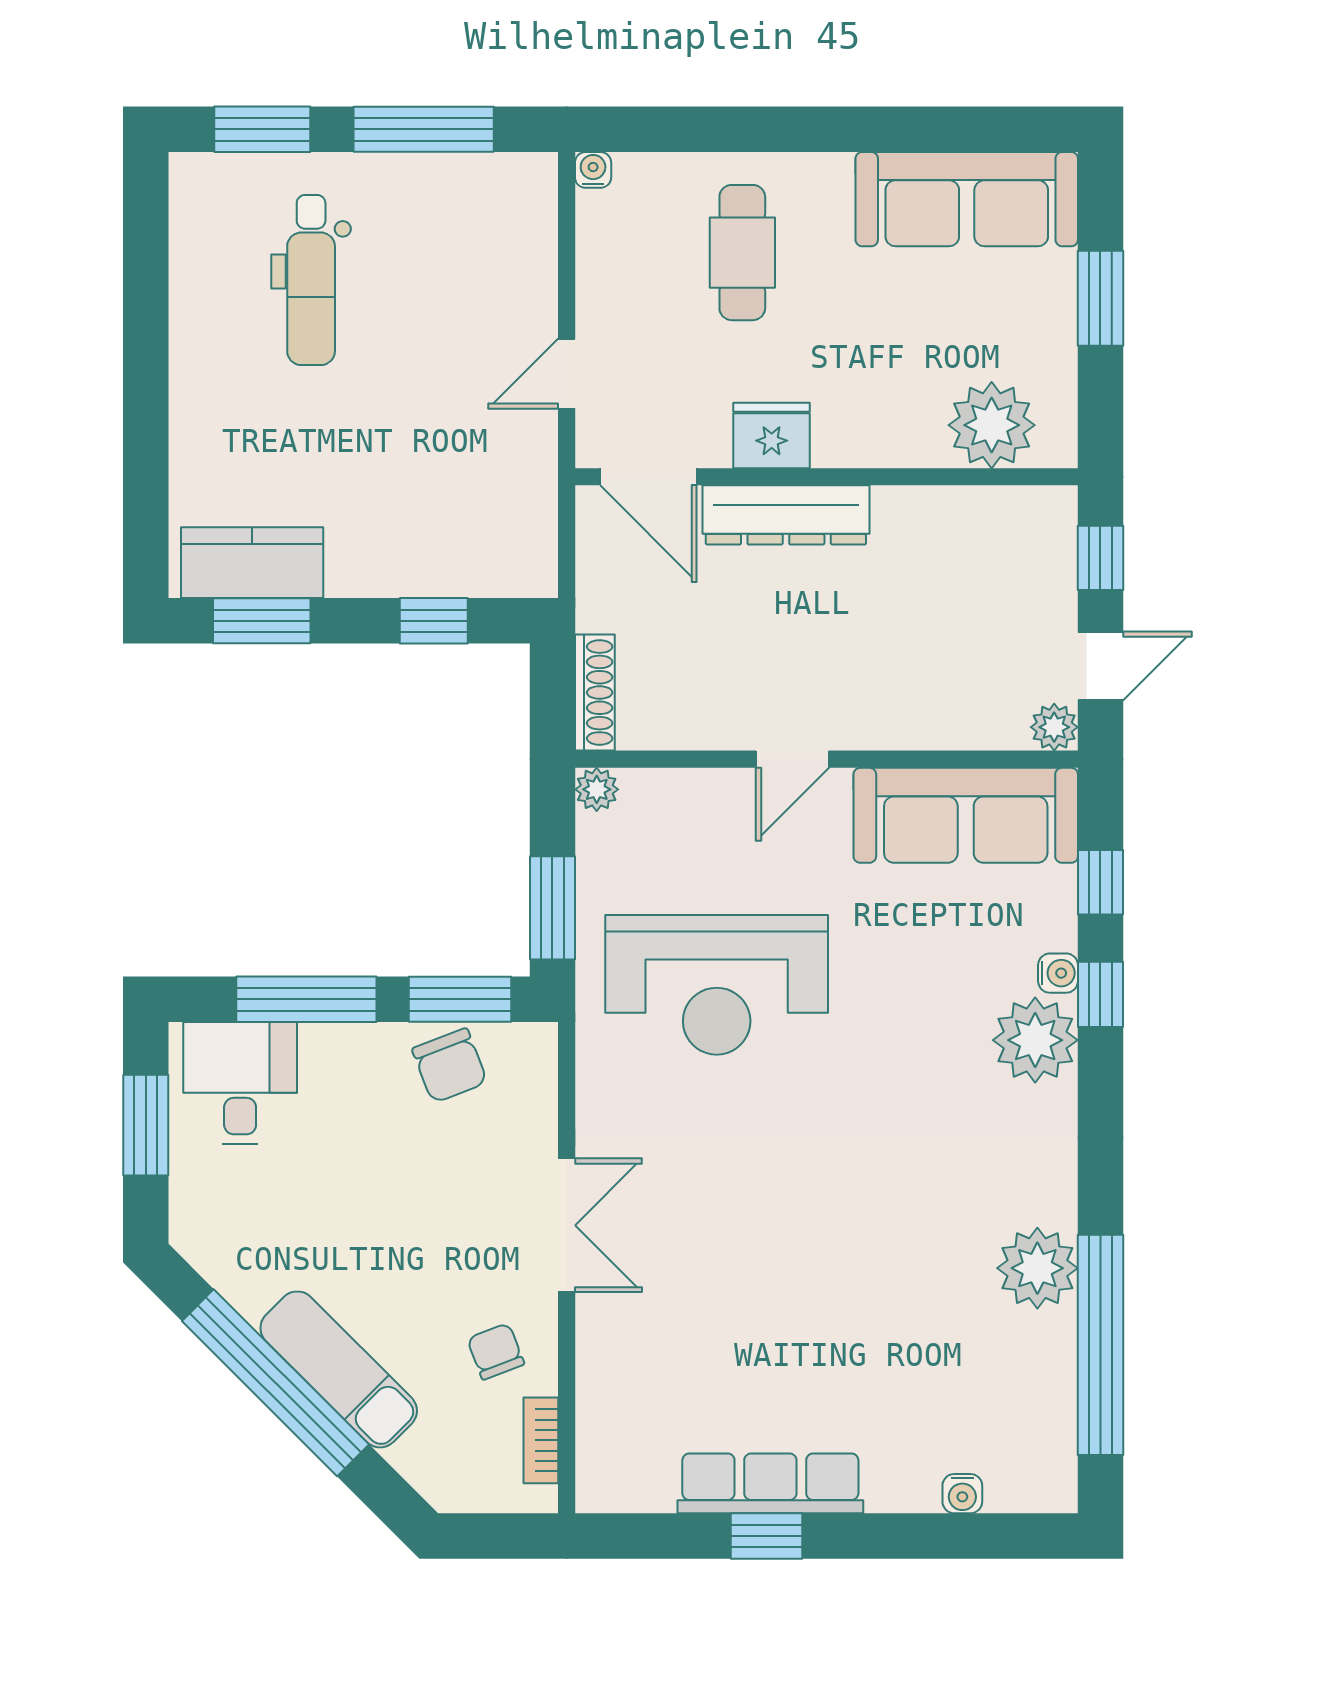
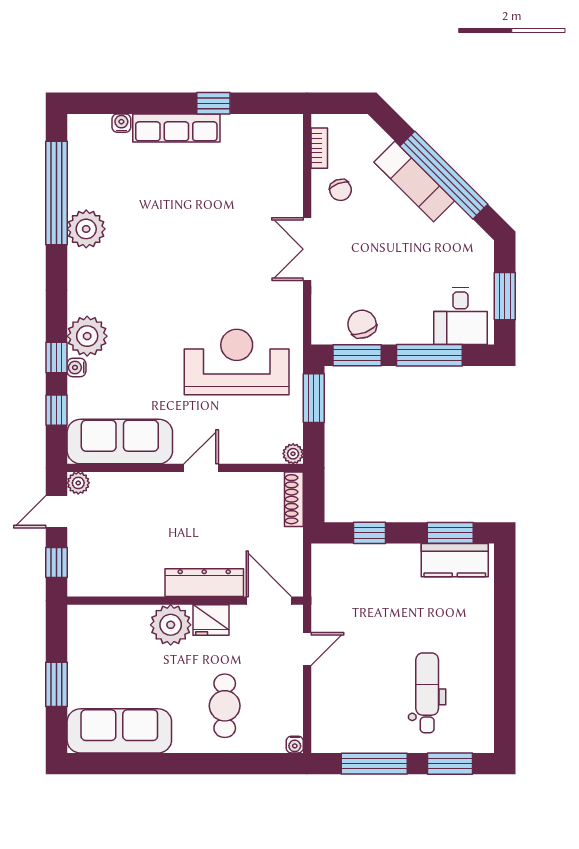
plant: (992, 425) -> (171, 625), moved
row of seats: (770, 1483) -> (176, 128), moved

